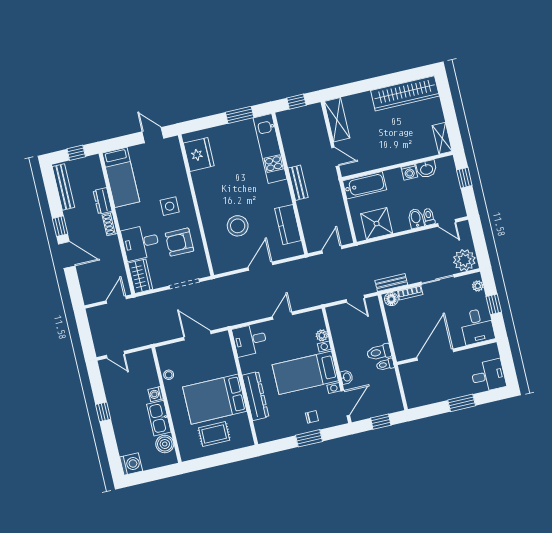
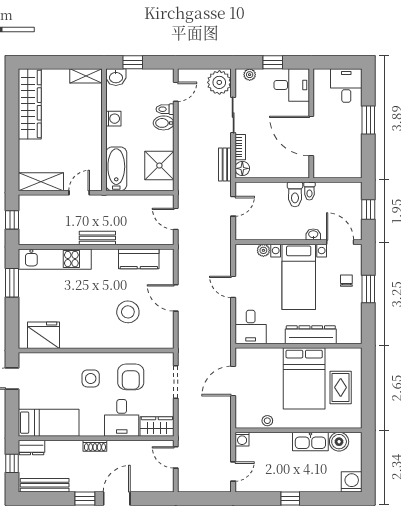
washbasin: (426, 169) -> (116, 77), moved, turned 90
dresser: (103, 201) -> (31, 448), moved
washing machine: (156, 394) -> (242, 439), moved

